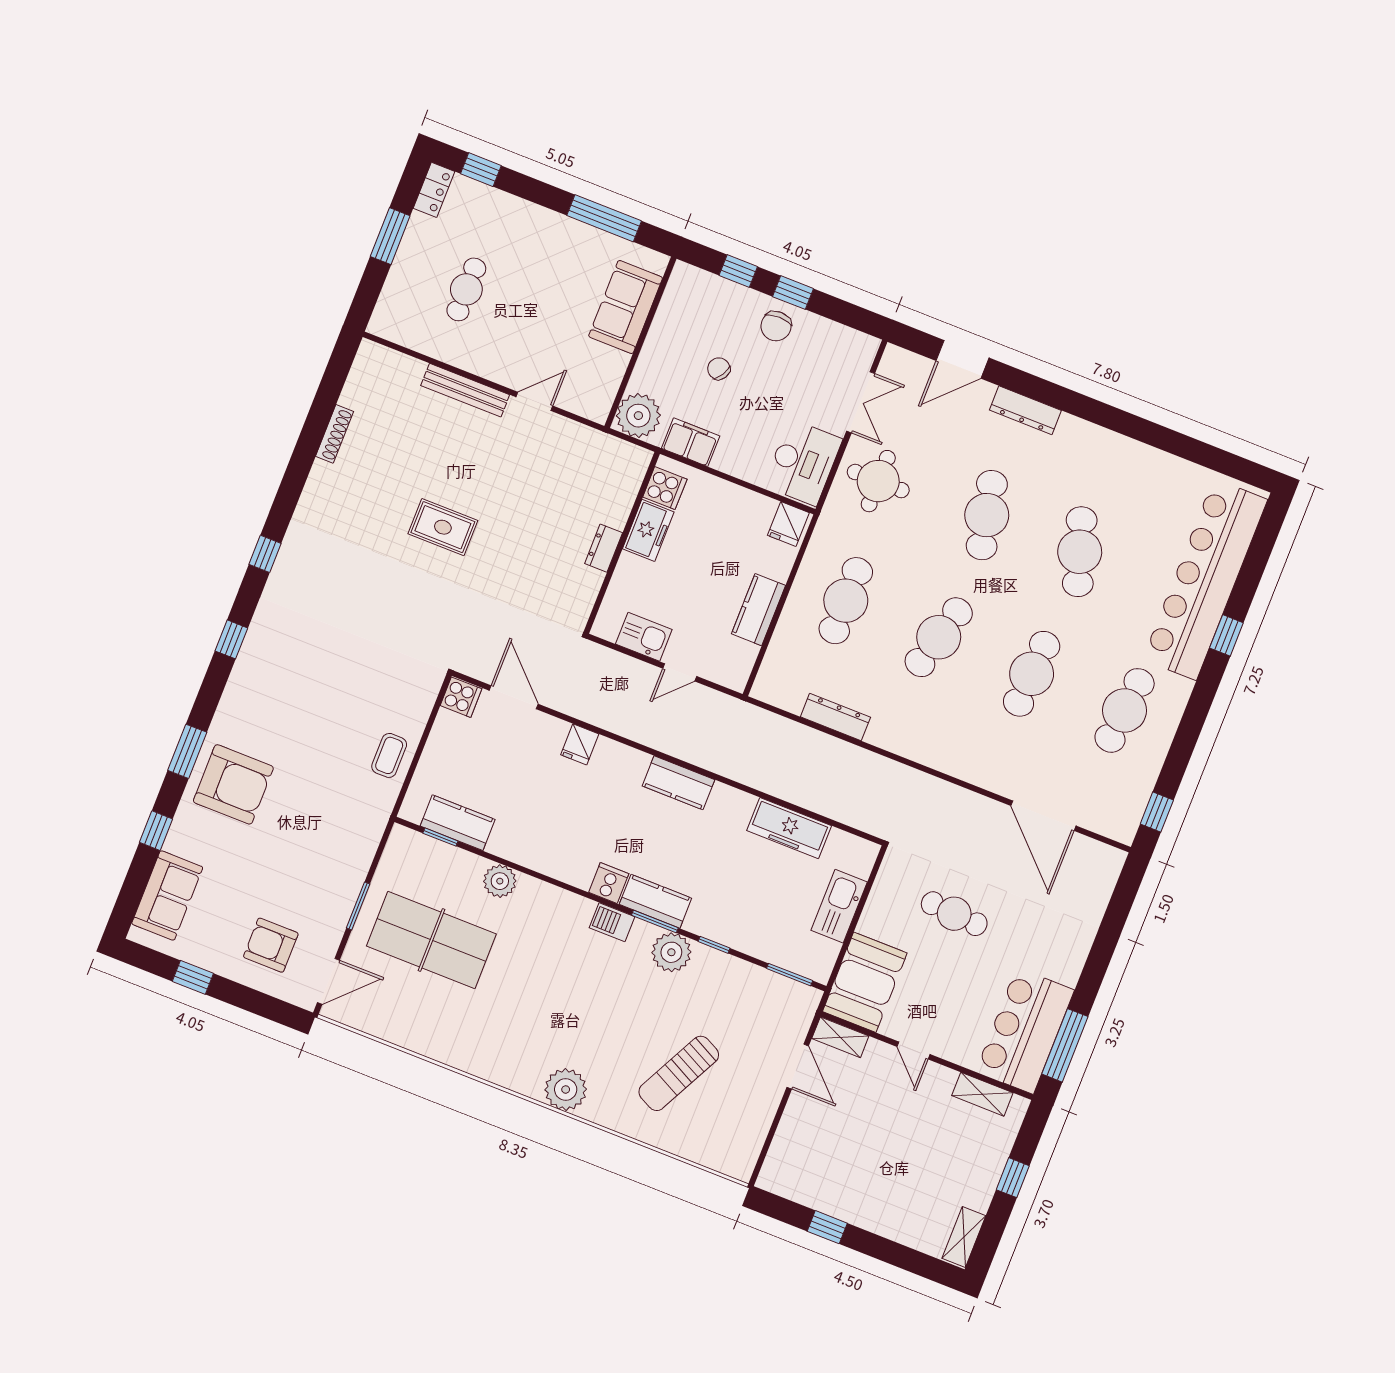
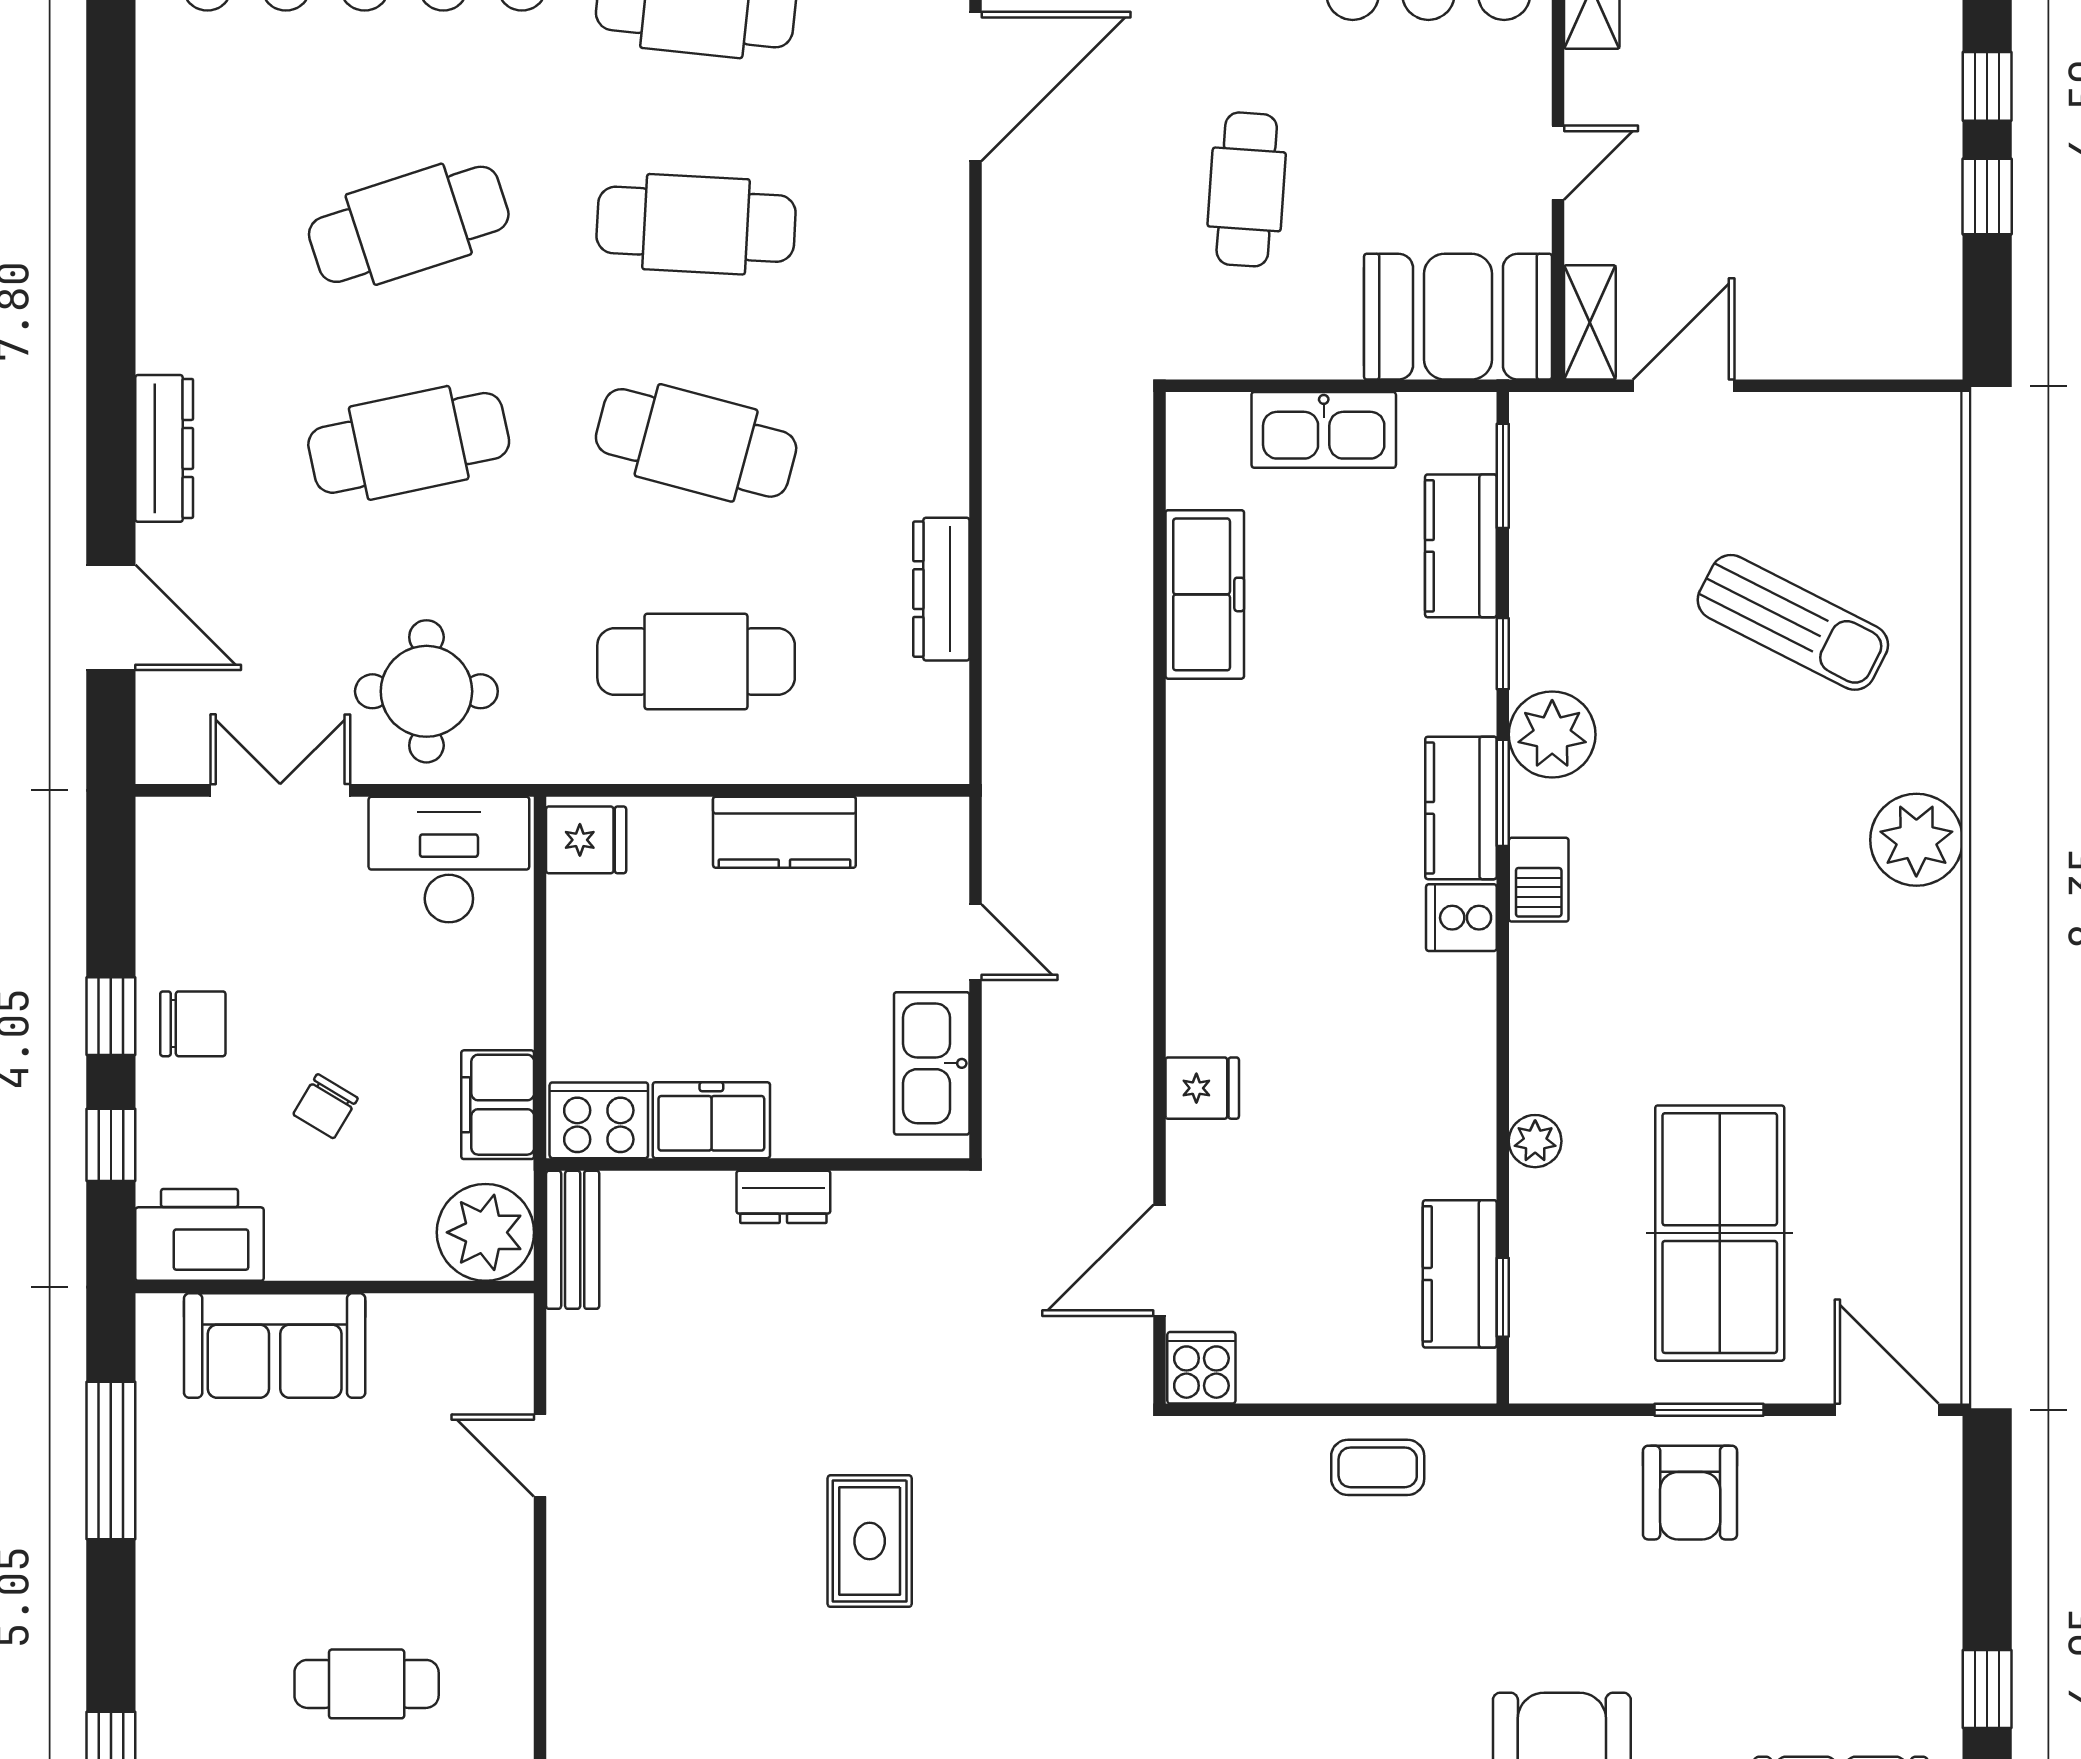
printer: (685, 294) -> (199, 1235), added
bench: (465, 390) -> (573, 1240), moved, width x0.73
cooker: (665, 488) -> (599, 1120), width x1.36
kitchen sink: (644, 637) -> (932, 1063), width x1.38
kitchen counter: (678, 783) -> (1461, 546), moved, turned 180
plant: (500, 881) -> (1535, 1141), width x0.73, depth x0.73
armchair: (271, 945) -> (1690, 1493), moved
window: (874, 1246) -> (1987, 86), added

